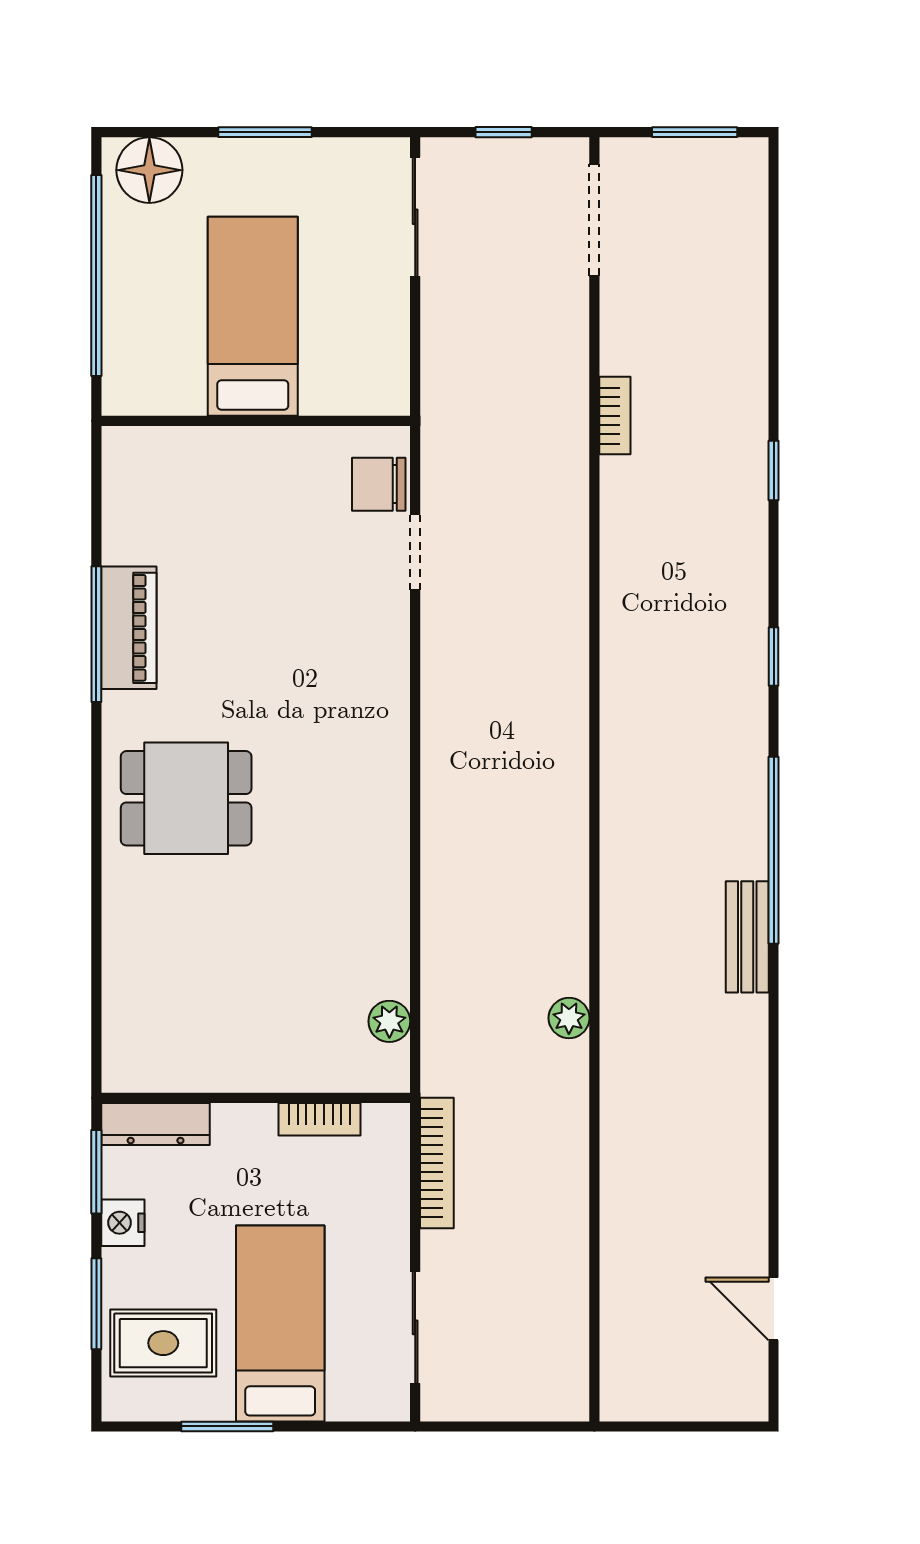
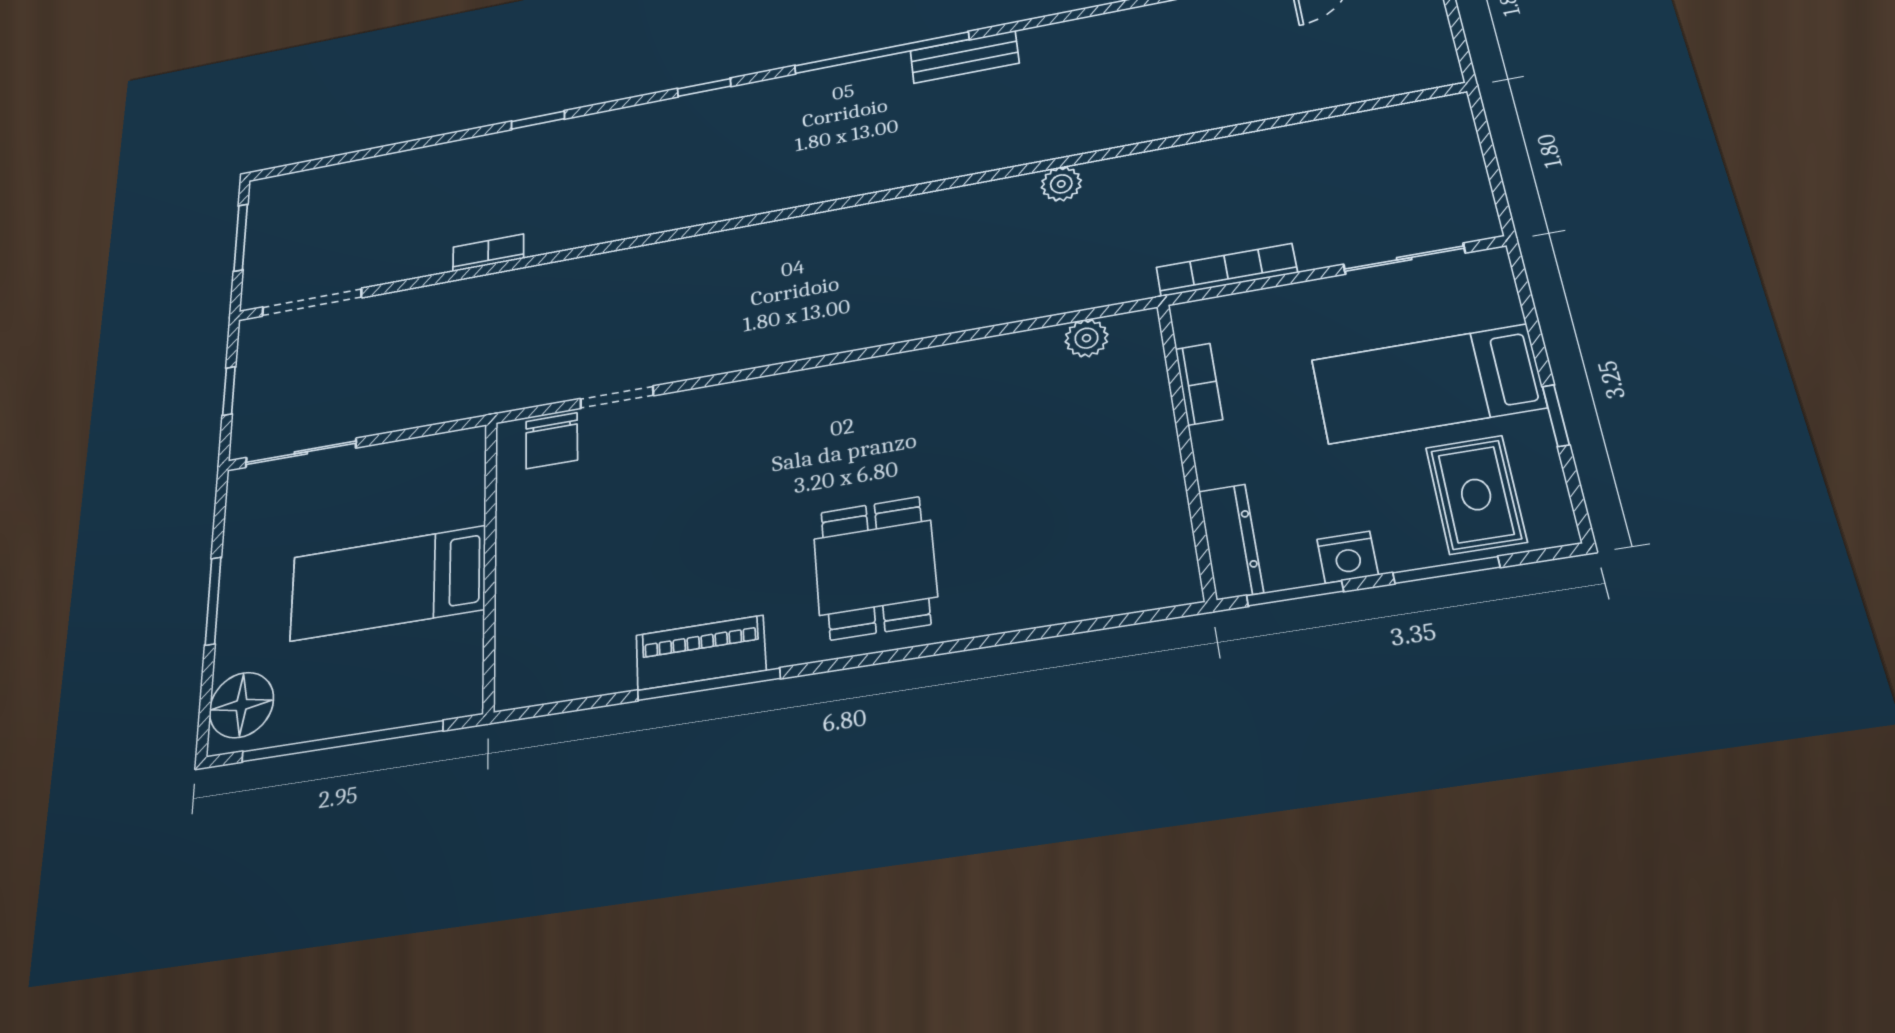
window: (227, 1426) -> (1556, 416), width x0.67

